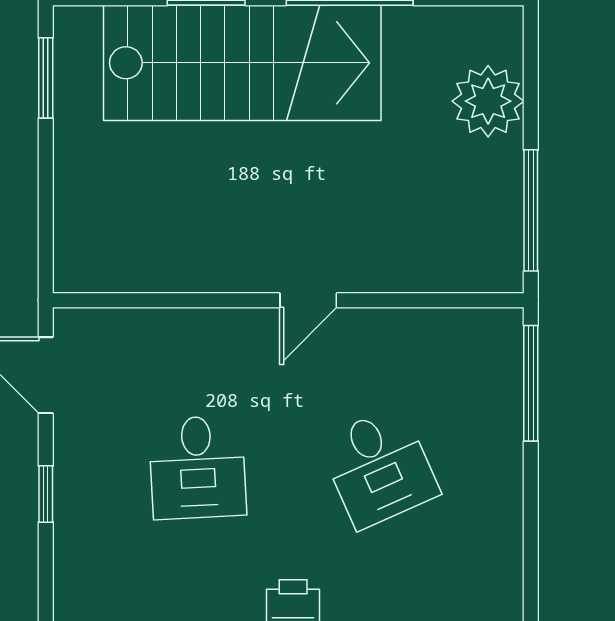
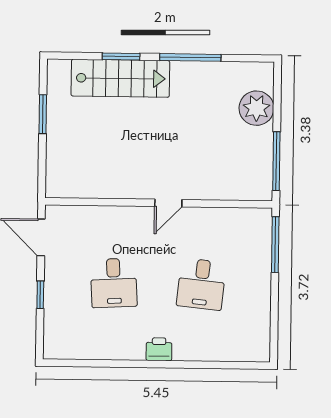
stairs: (242, 63) -> (120, 78), width x0.73, depth x0.66
window: (46, 78) -> (43, 114), moved
desk: (379, 467) -> (201, 284), turned 30

